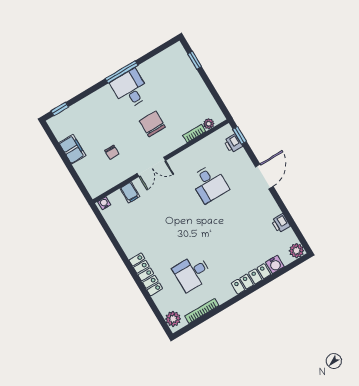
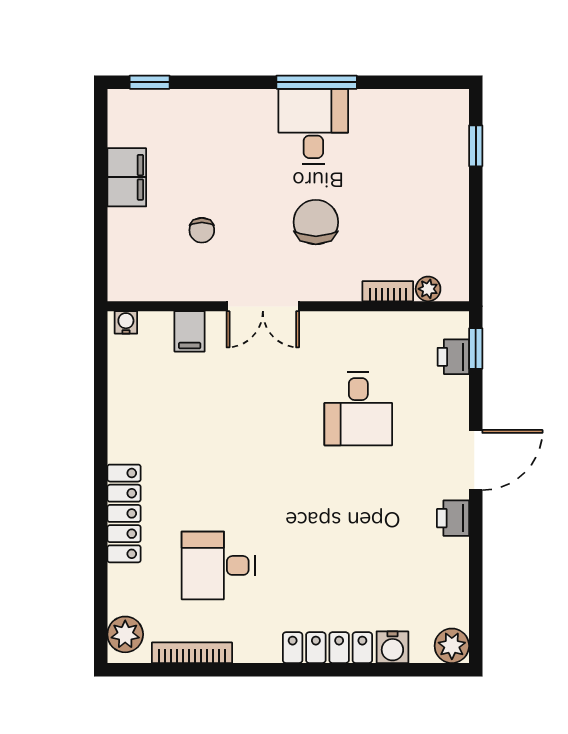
printer: (281, 223) -> (453, 518), moved

